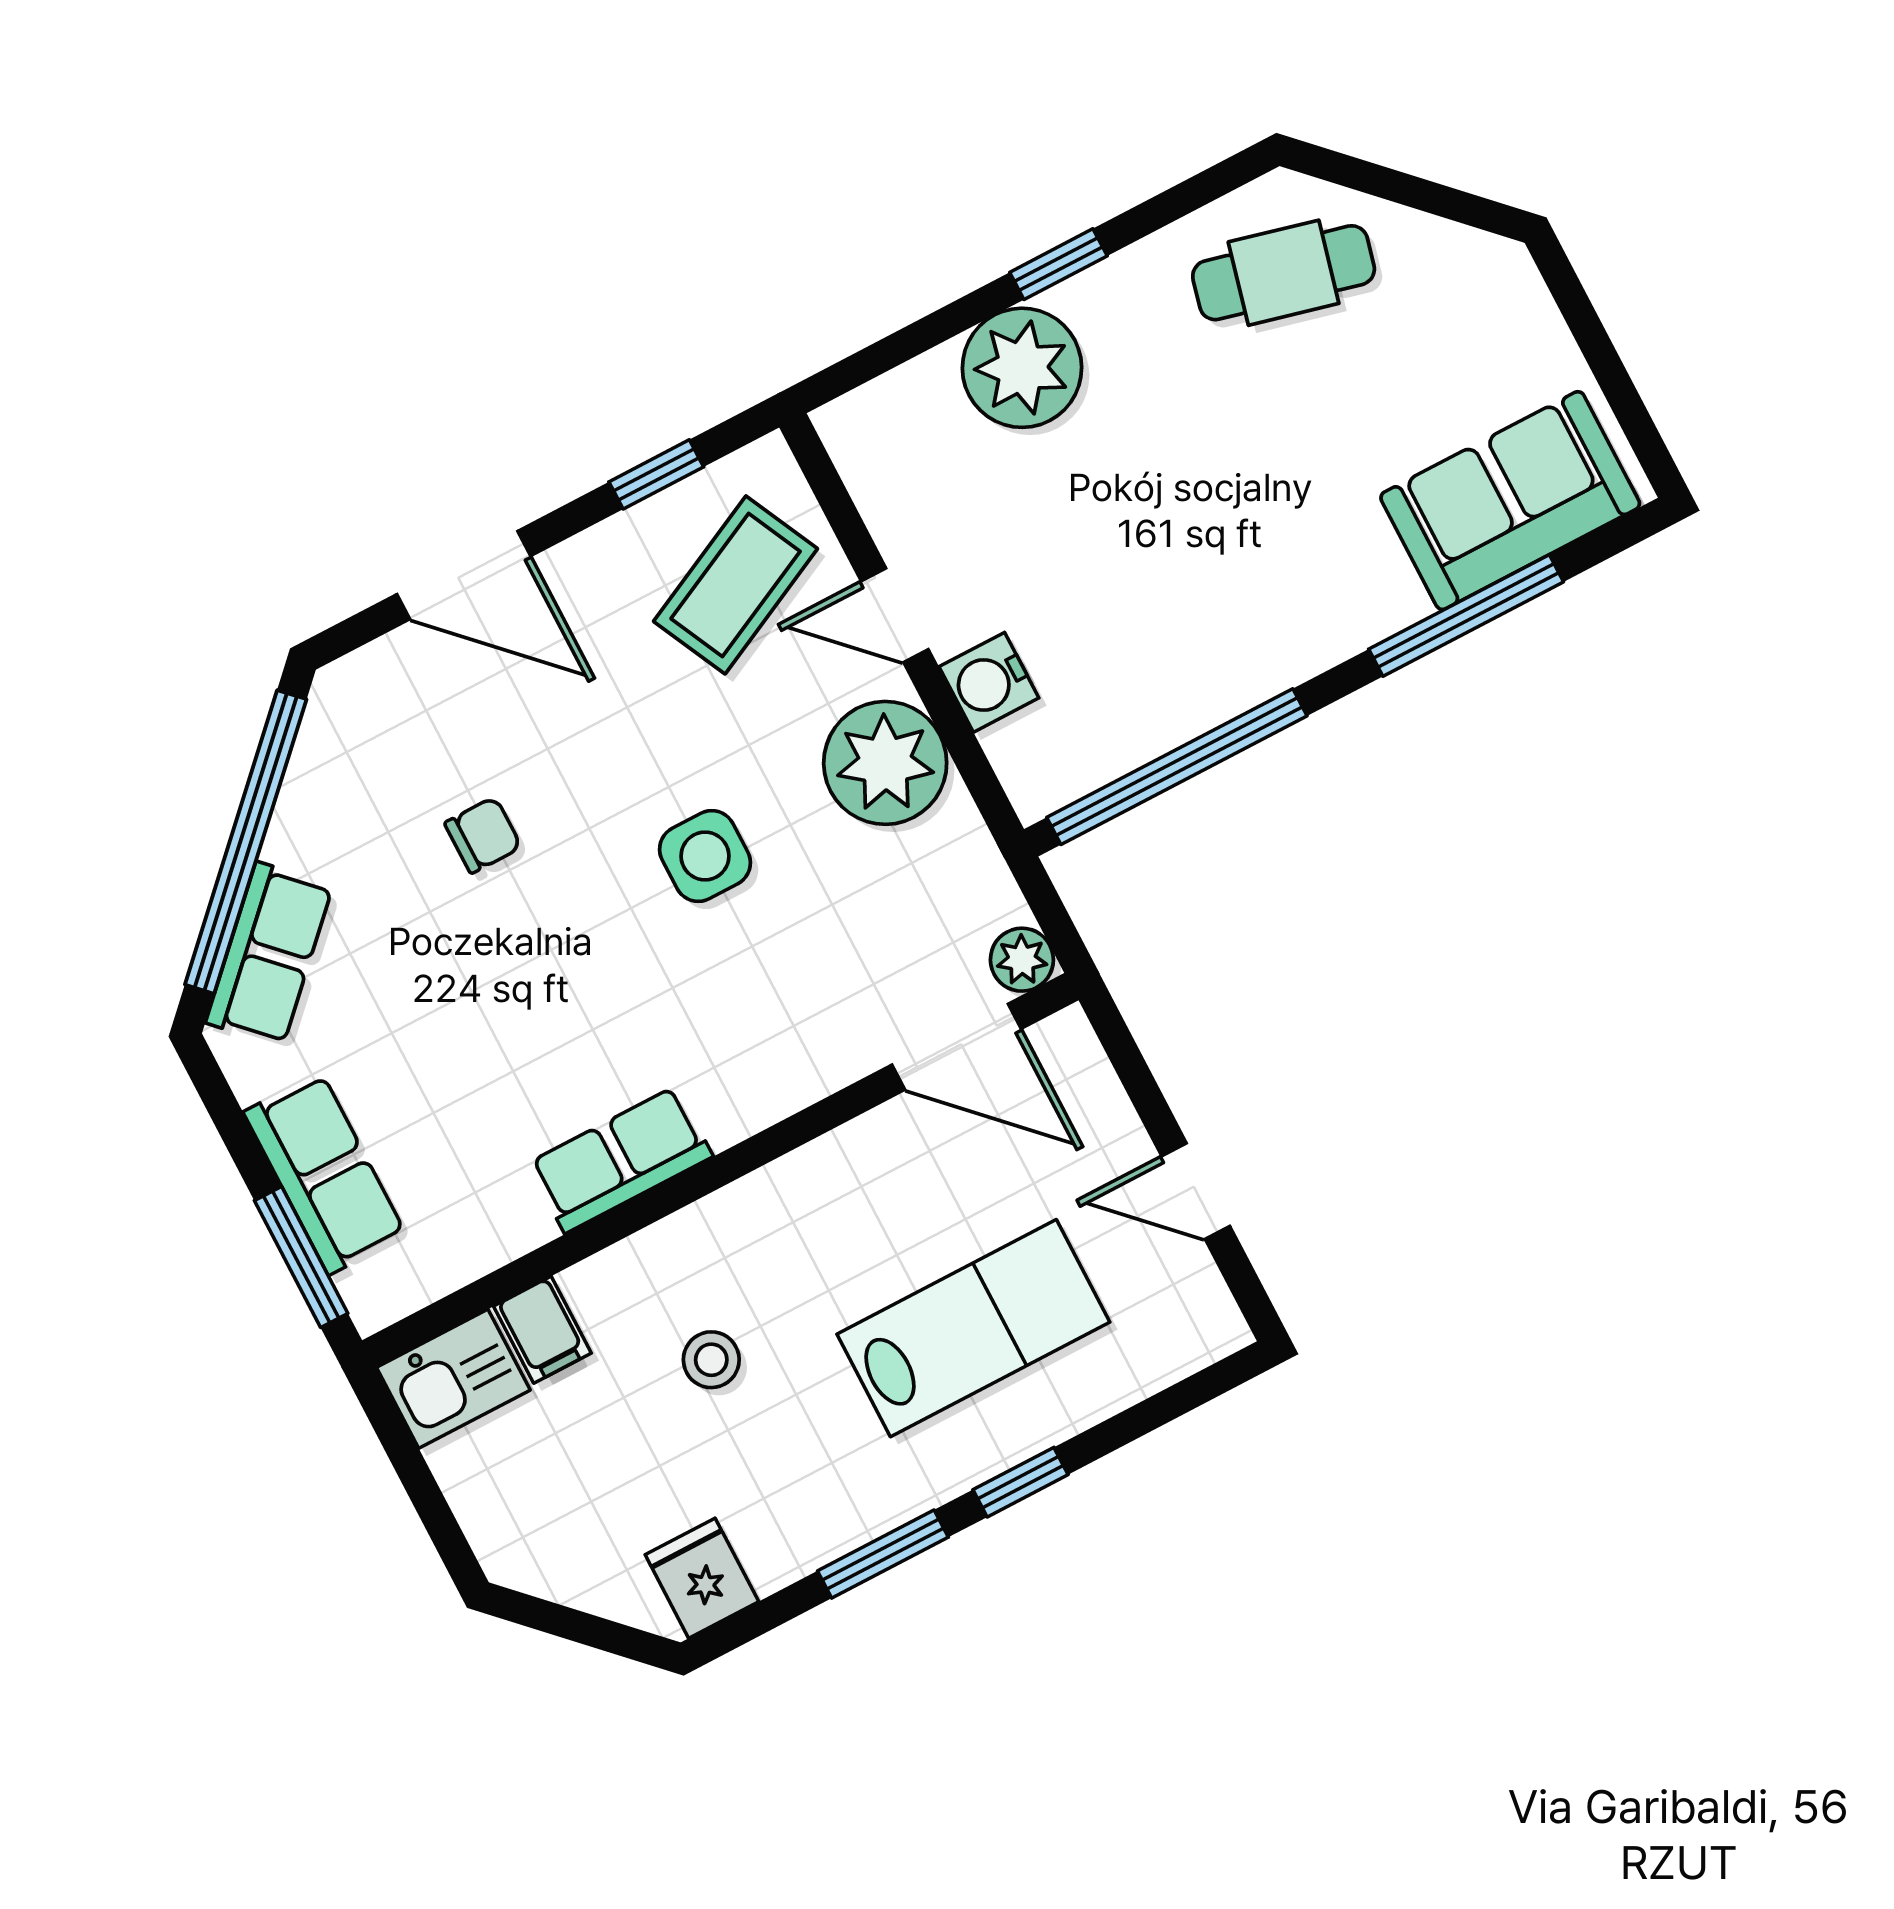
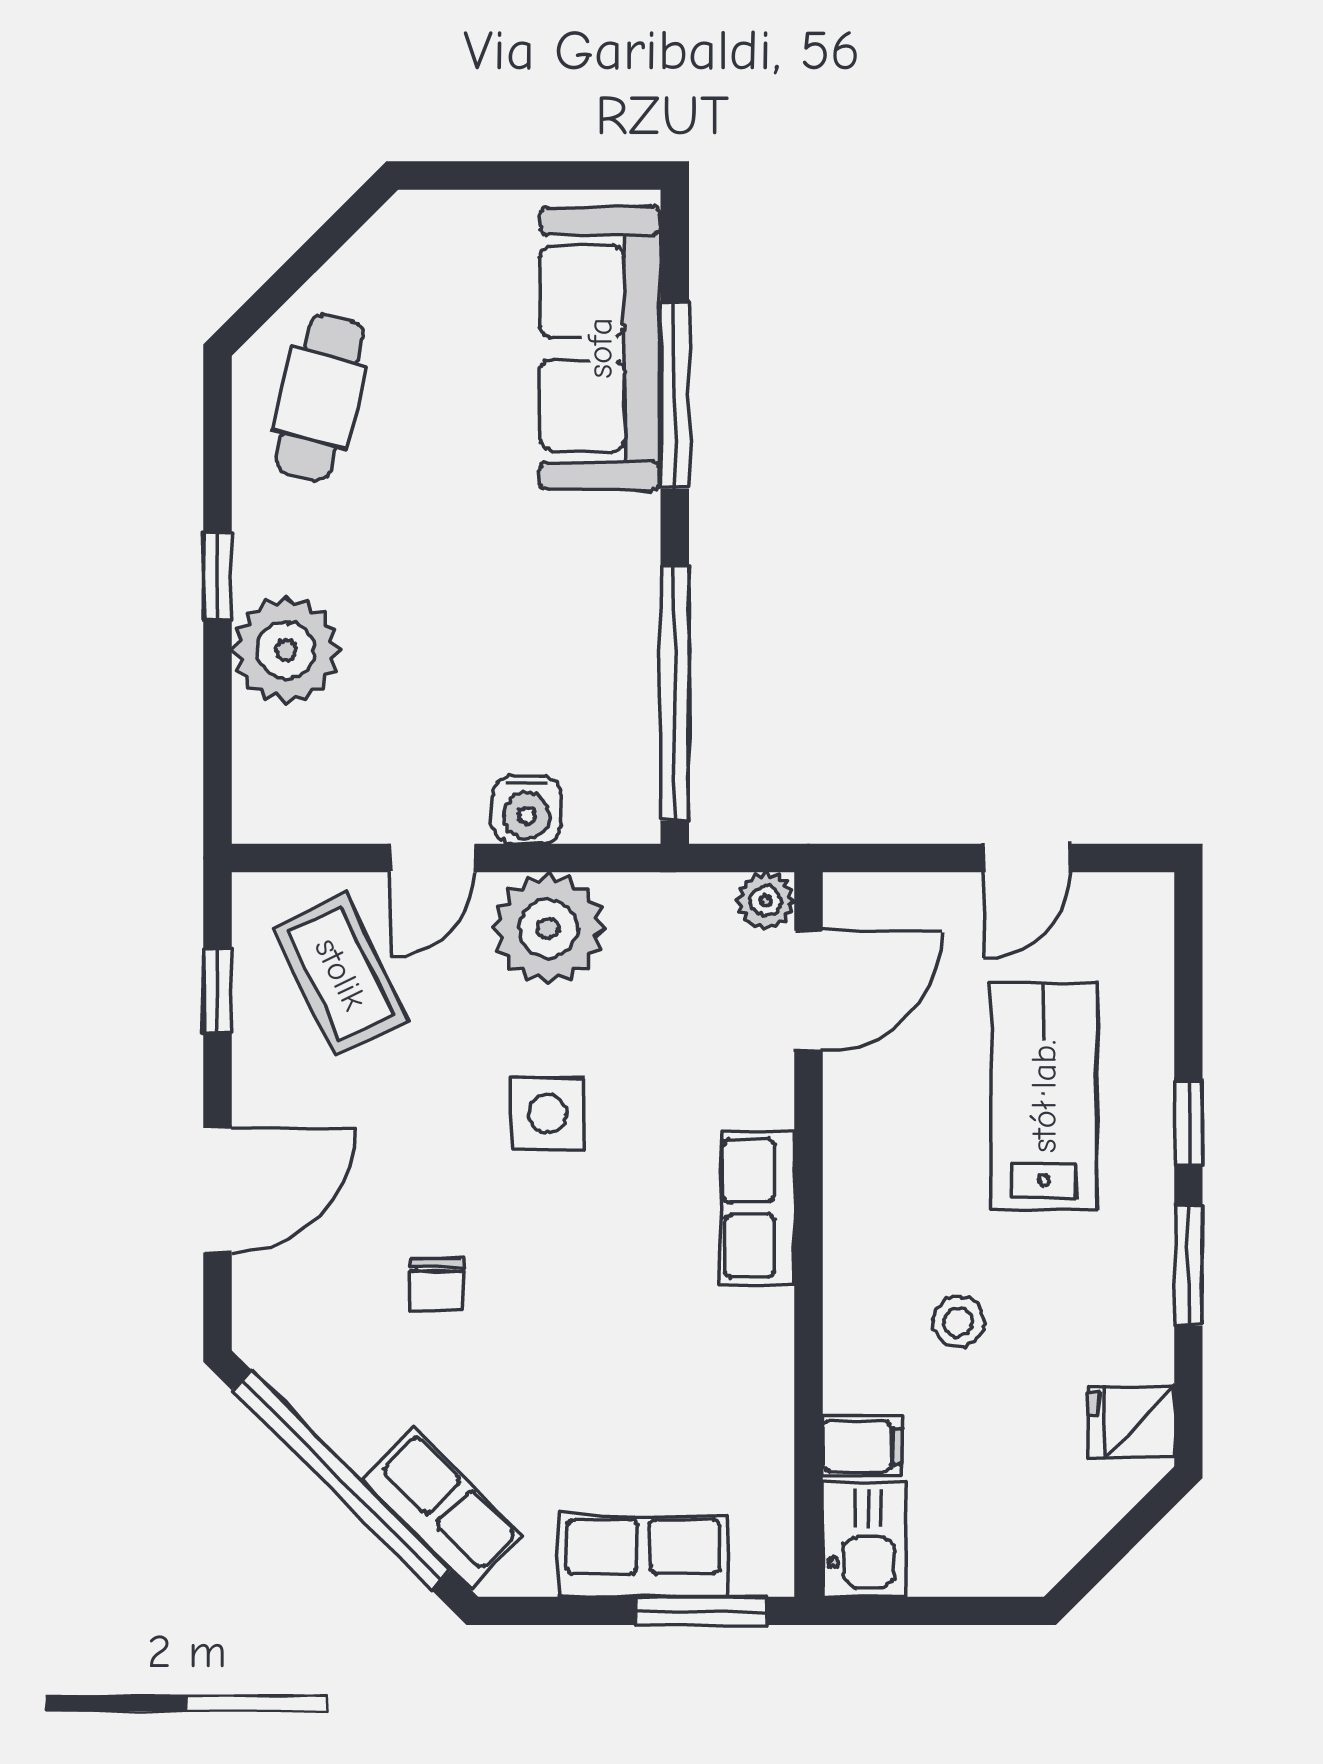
sofa: (1510, 501) -> (600, 348), width x1.36
chair: (483, 835) -> (436, 1285), turned 180
row of seats: (620, 1160) -> (758, 1208), moved

